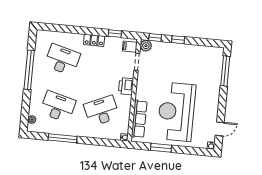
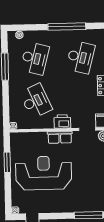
row of seats: (139, 119) -> (60, 137), moved, width x0.68

